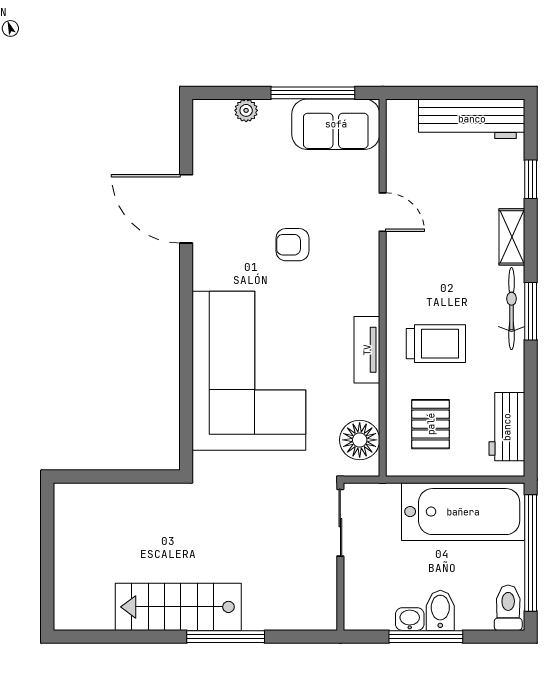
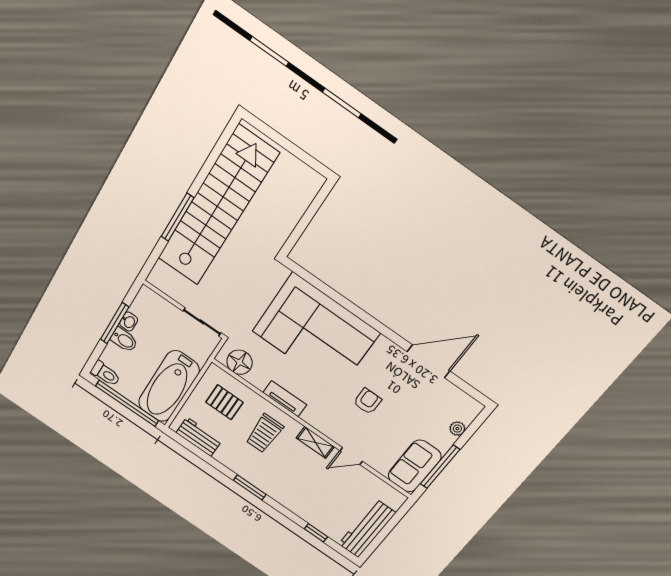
shelving: (512, 237) -> (315, 442), moved
bicycle: (512, 309) -> (257, 480), removed
stairs: (178, 607) -> (217, 207), width x1.86, depth x1.51

